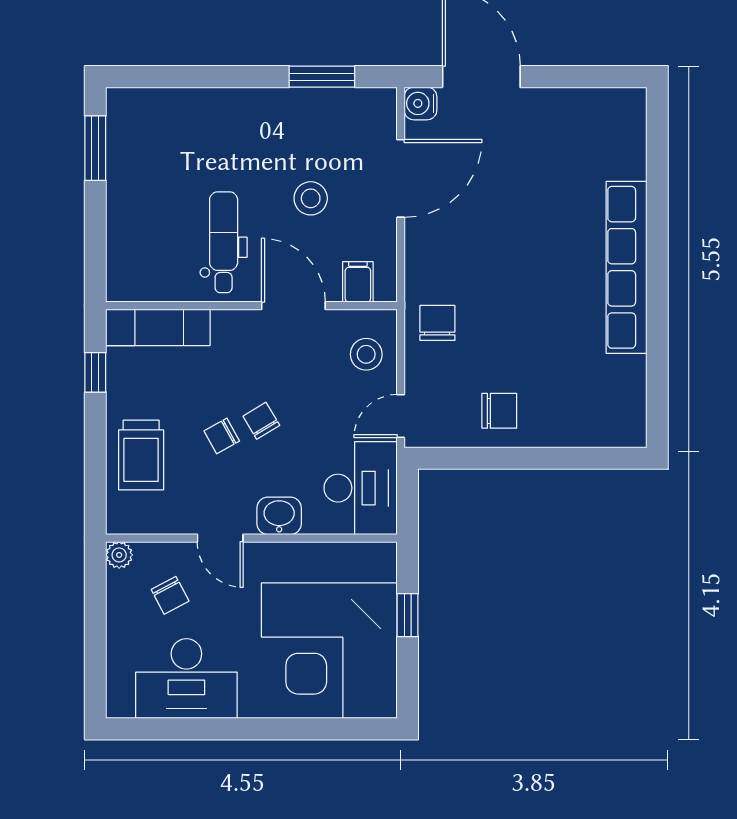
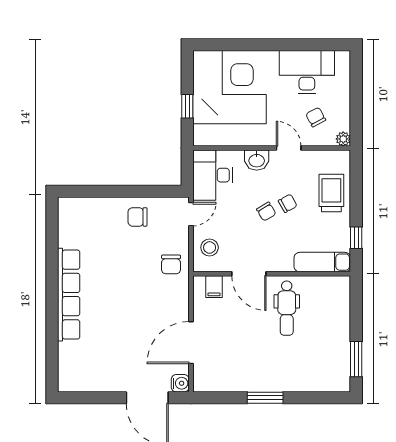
window: (322, 77) -> (265, 398), moved
stool: (311, 198) -> (240, 332), removed

